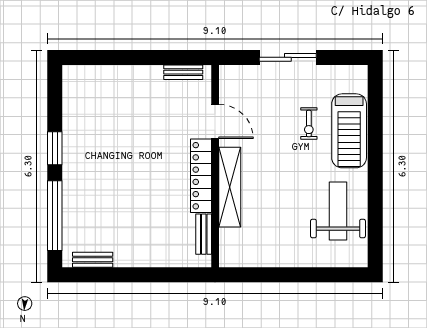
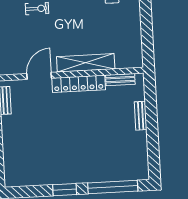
bench: (93, 260) -> (141, 116), moved

